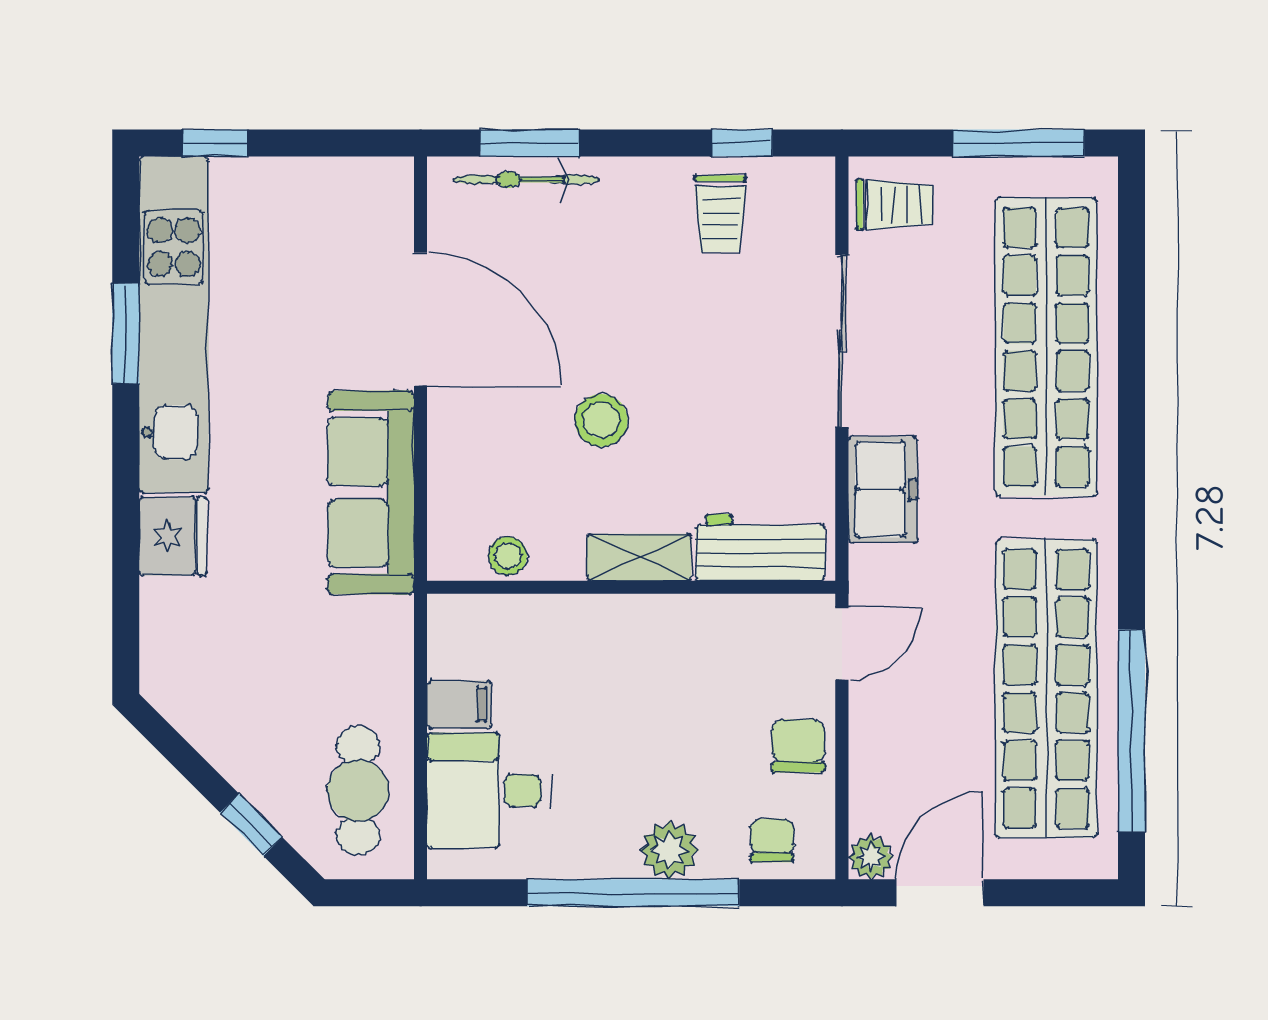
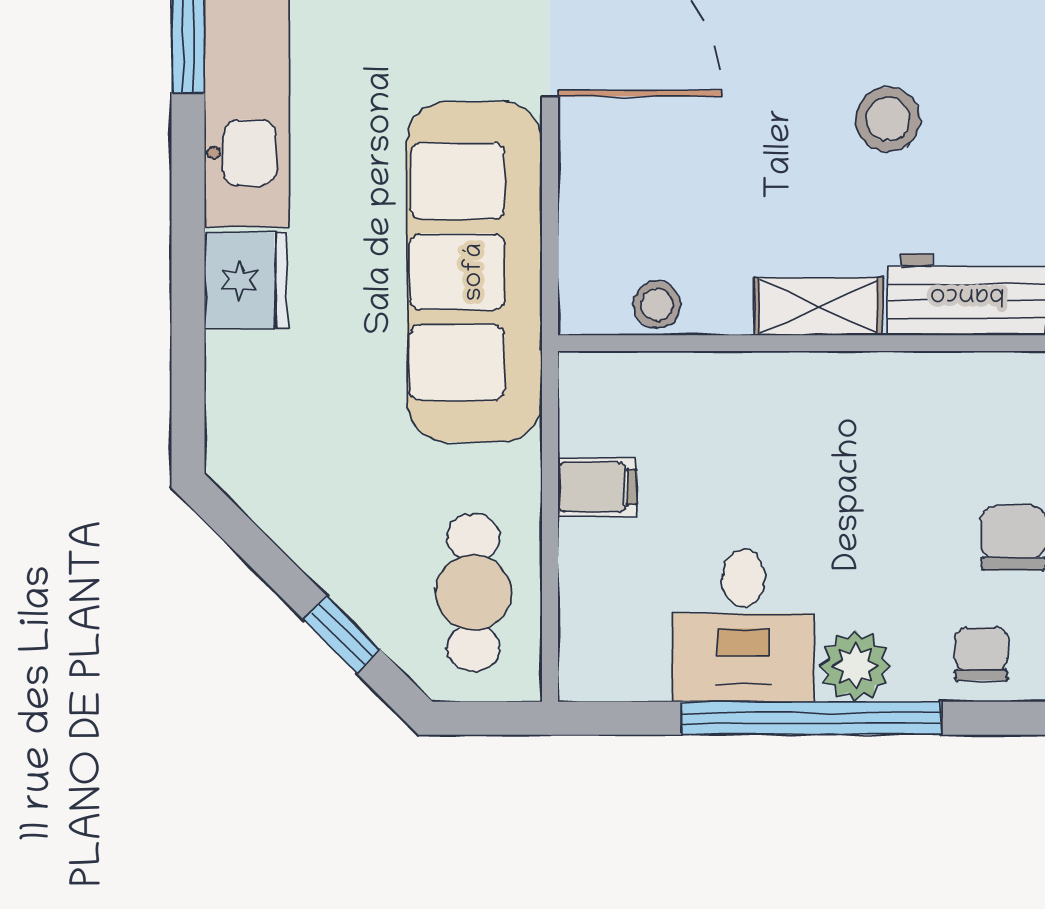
stool: (601, 420) -> (888, 119), moved
sofa: (371, 492) -> (475, 272), width x1.36, depth x1.27
desk: (489, 791) -> (743, 626), moved, turned -90

